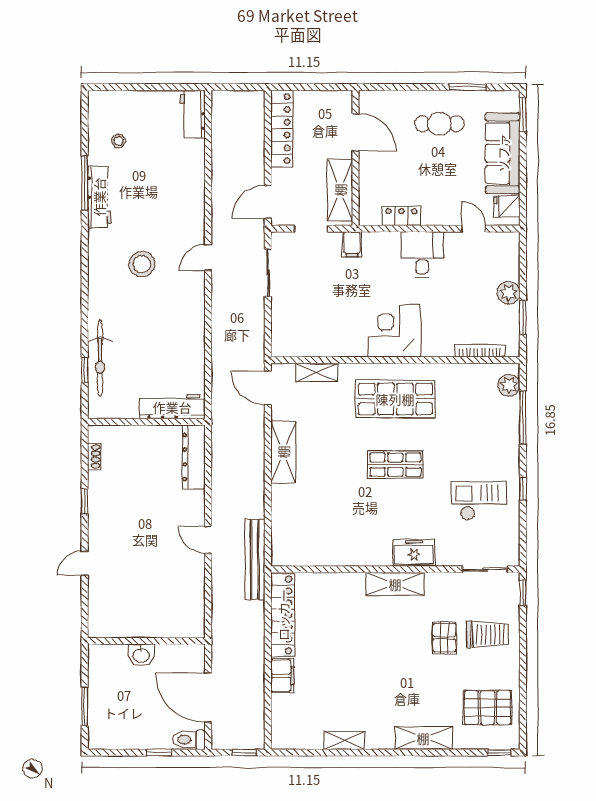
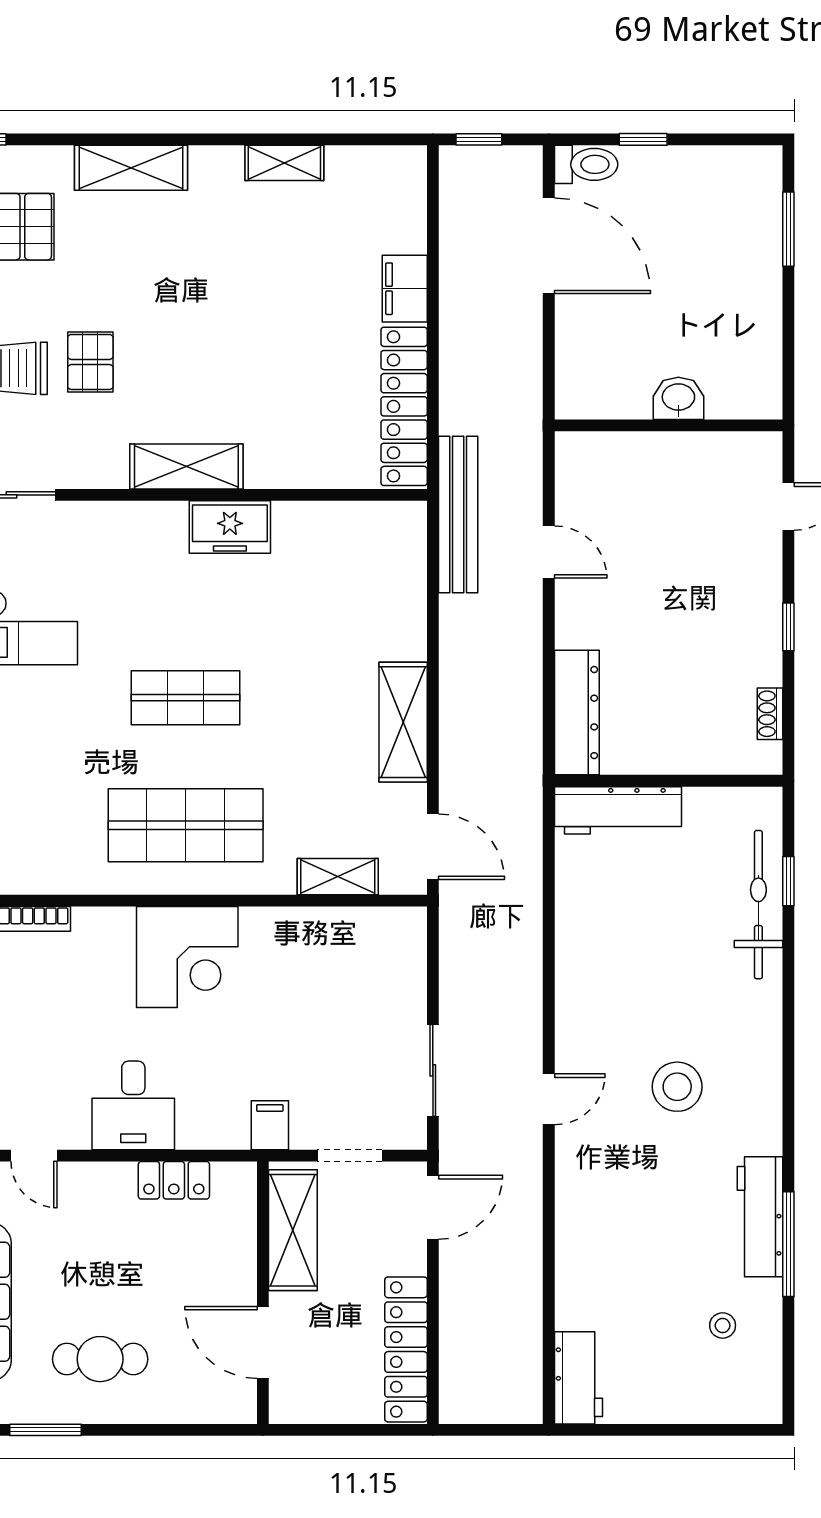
freezer: (414, 553) -> (230, 527), moved
wall: (146, 641) -> (669, 425), moved
washbasin: (141, 655) -> (678, 398), moved

